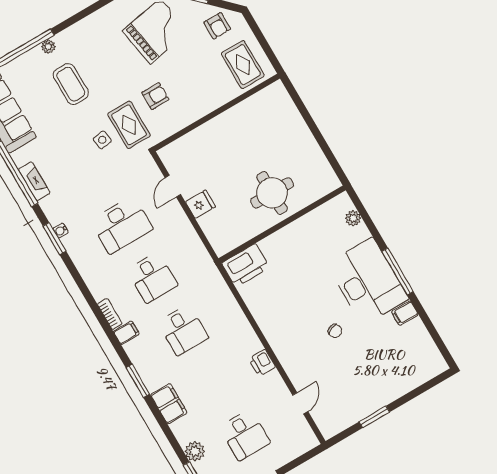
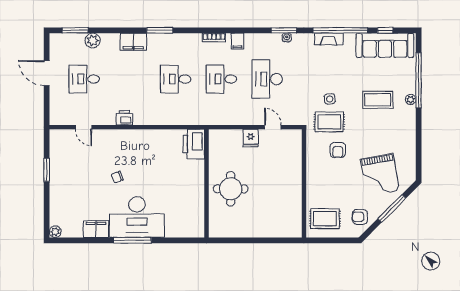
plant: (353, 218) -> (55, 232), moved
filing cabinet: (405, 313) -> (96, 229), width x2.00
filing cabinet: (126, 333) -> (237, 41), moved

